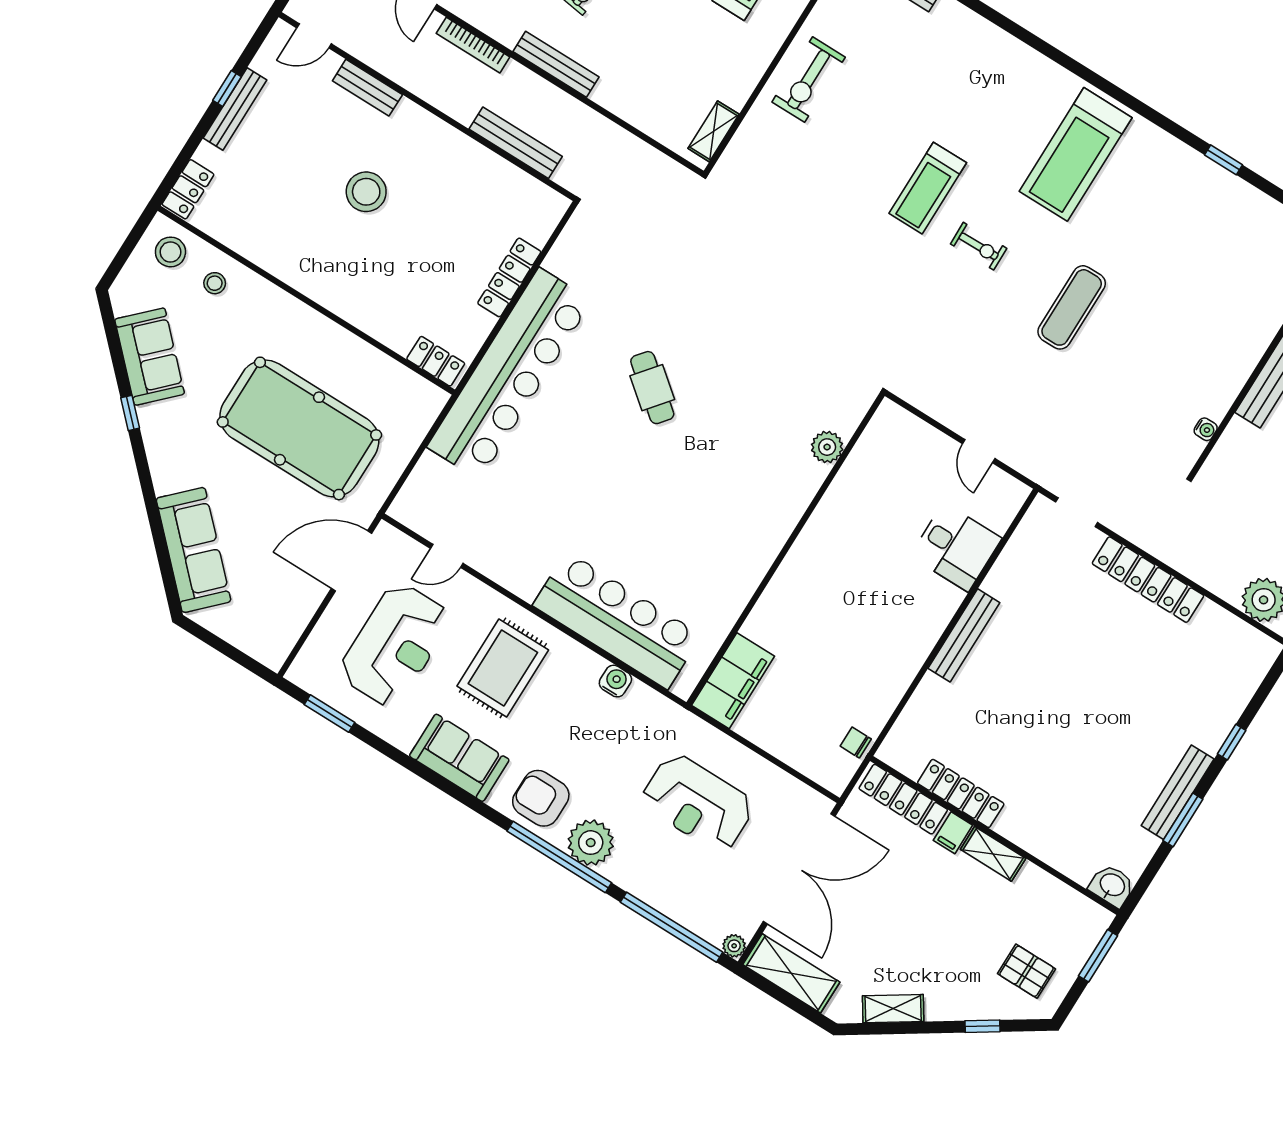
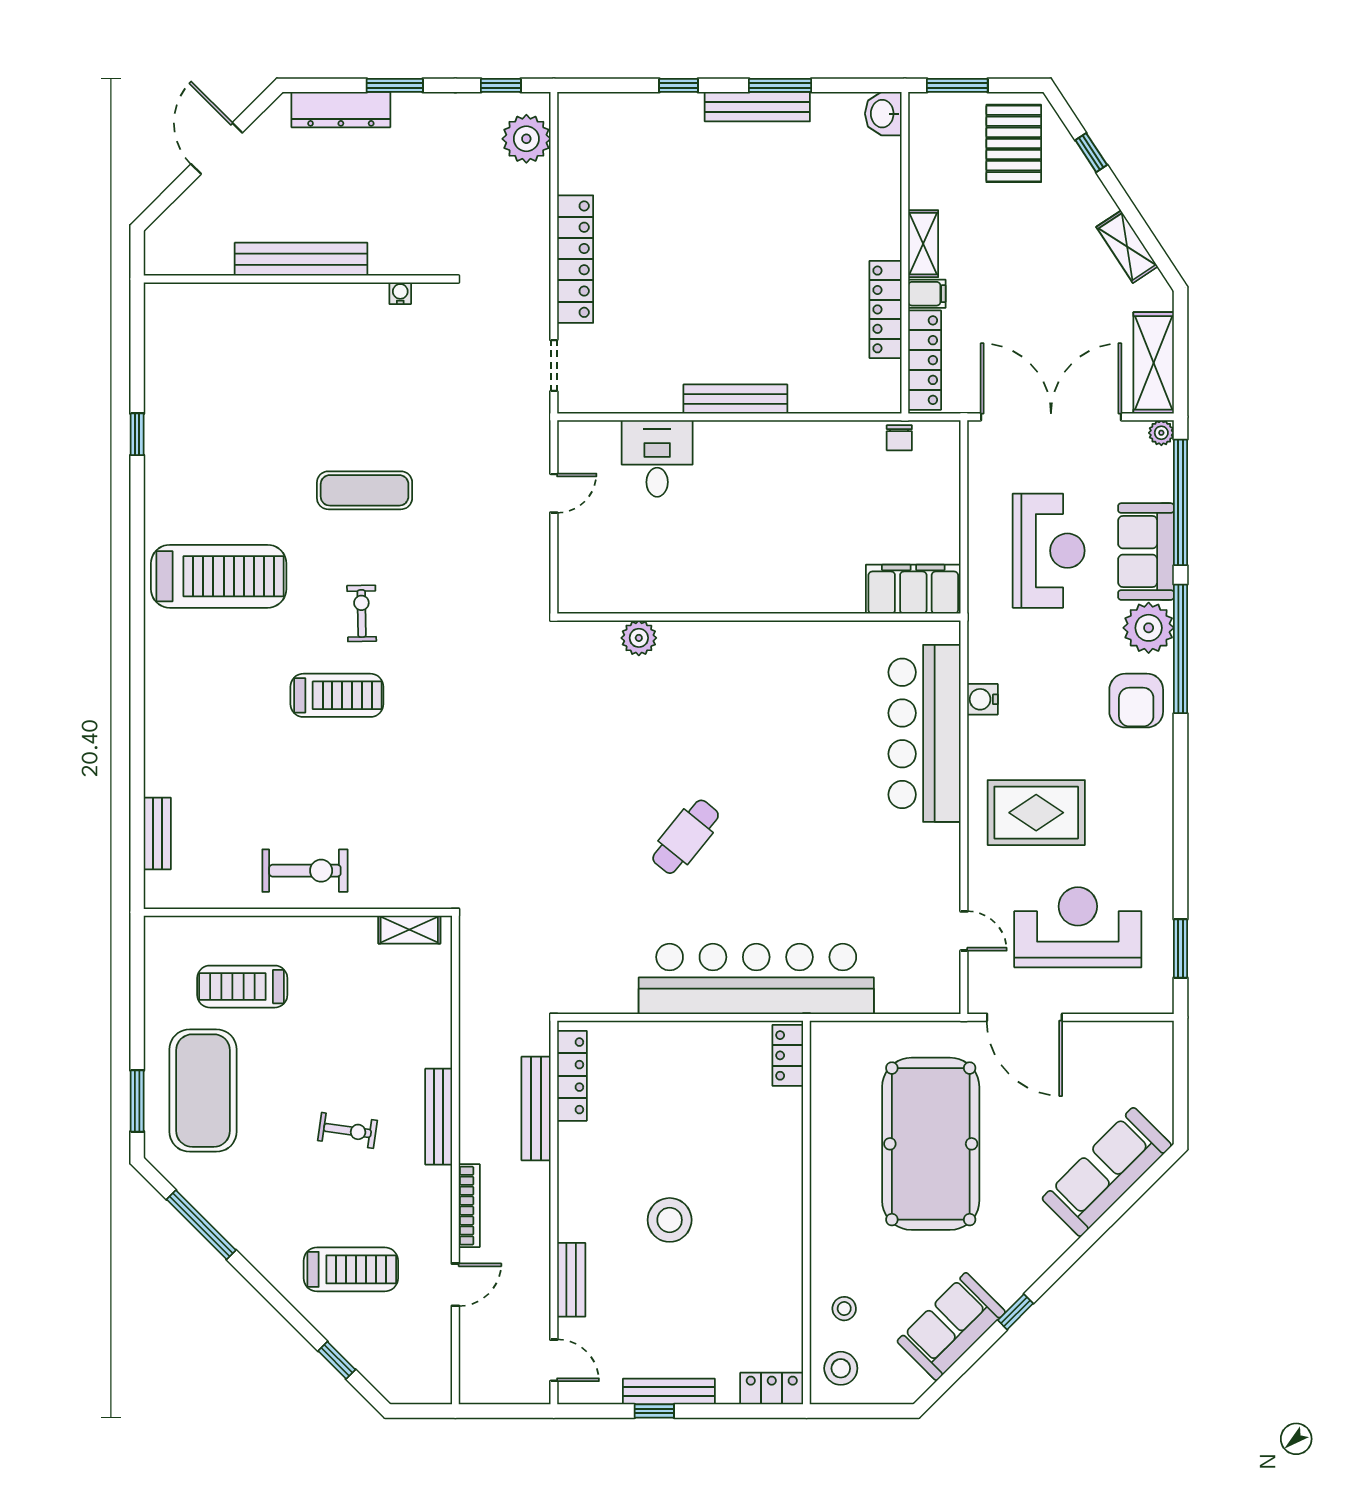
locker: (509, 277) -> (572, 1076), moved, turned -90
sofa: (459, 758) -> (1146, 552), moved
pallet: (1027, 971) -> (1014, 143), width x1.50, depth x1.42

